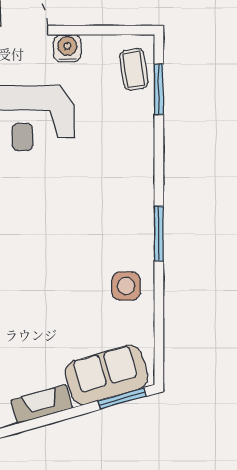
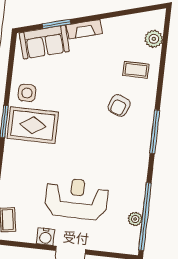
rug: (110, 233) -> (33, 125), added
window: (122, 399) -> (57, 24), moved

